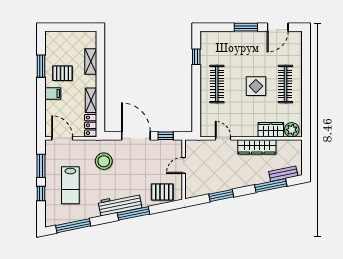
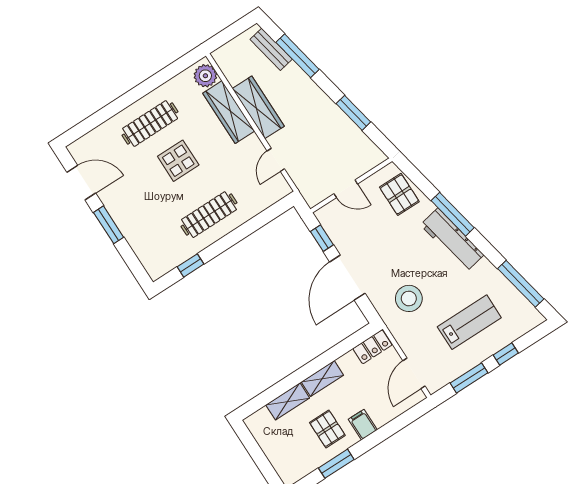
shelving: (91, 100) -> (322, 379), moved
wardrobe: (271, 130) -> (229, 112), width x1.50

